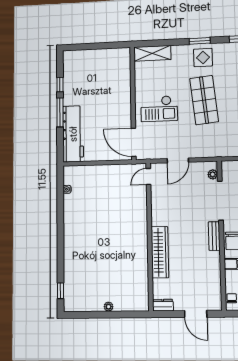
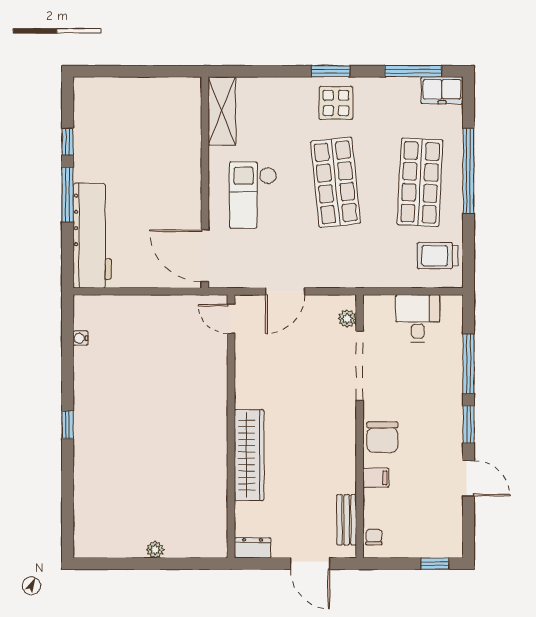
shelving: (152, 53) -> (222, 111), moved, turned 90
checkout: (159, 109) -> (253, 195), turned 90
door: (148, 176) -> (231, 319), hinge flipped
bench: (214, 236) -> (347, 520), moved
window: (60, 291) -> (68, 425), moved

